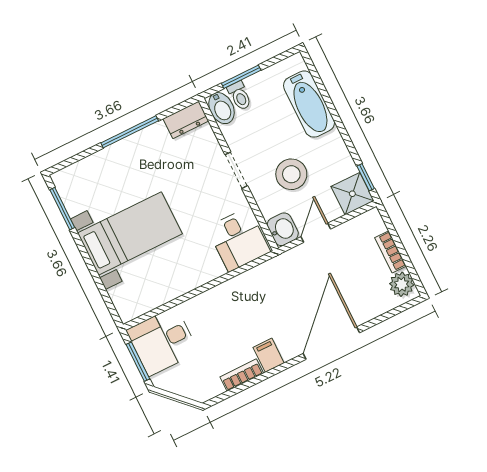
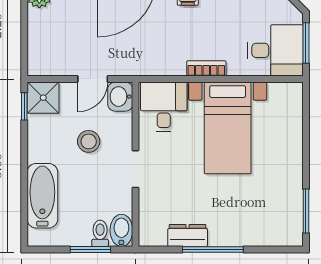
dresser: (186, 120) -> (188, 236), moved
stool: (291, 174) -> (89, 141), width x0.73, depth x0.73
bed with nightstands: (130, 233) -> (228, 128), moved, turned -90
bookcase: (390, 252) -> (206, 68), moved, turned -90

